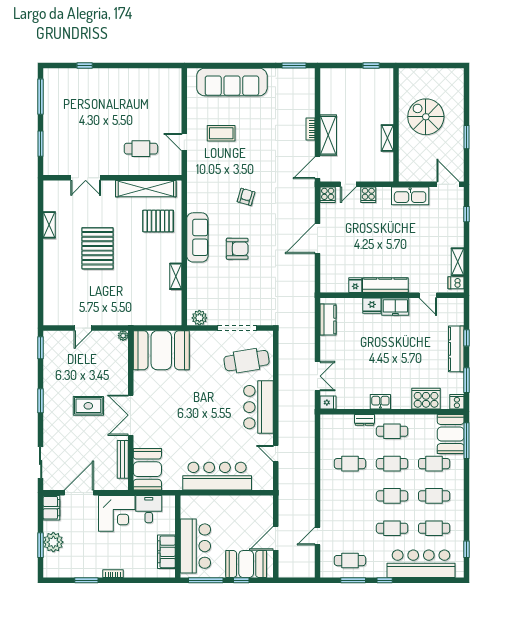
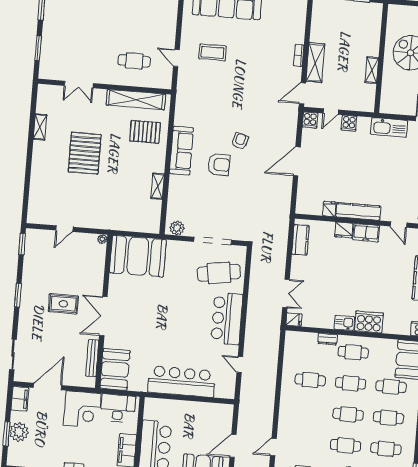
armchair: (246, 197) -> (240, 141), moved
cooker: (426, 399) -> (369, 322), moved
desk: (149, 509) -> (118, 408), width x1.37

